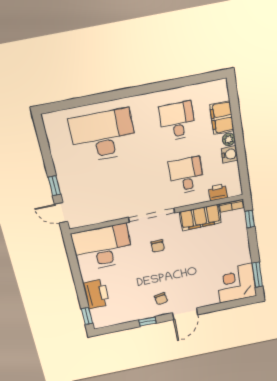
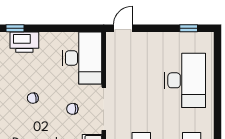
window: (54, 186) -> (189, 28), moved
printer: (96, 294) -> (24, 42), moved
chair: (161, 299) -> (33, 98), moved

